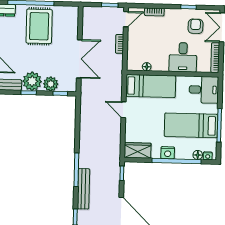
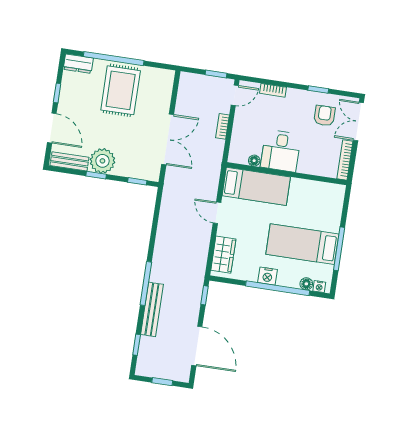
desk: (183, 57) -> (281, 151), moved
plant: (51, 84) -> (126, 167), removed
desk: (204, 90) -> (325, 200), removed
wardrobe: (138, 150) -> (223, 255), moved, turned 90

